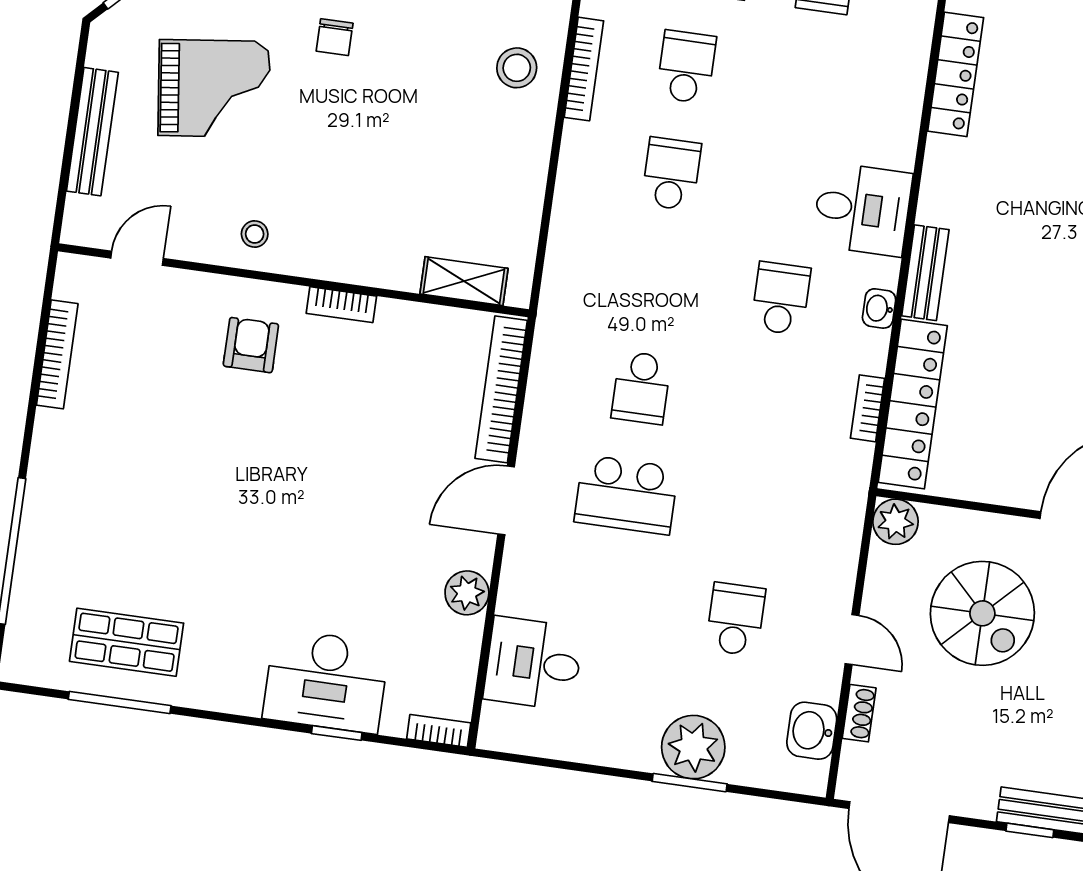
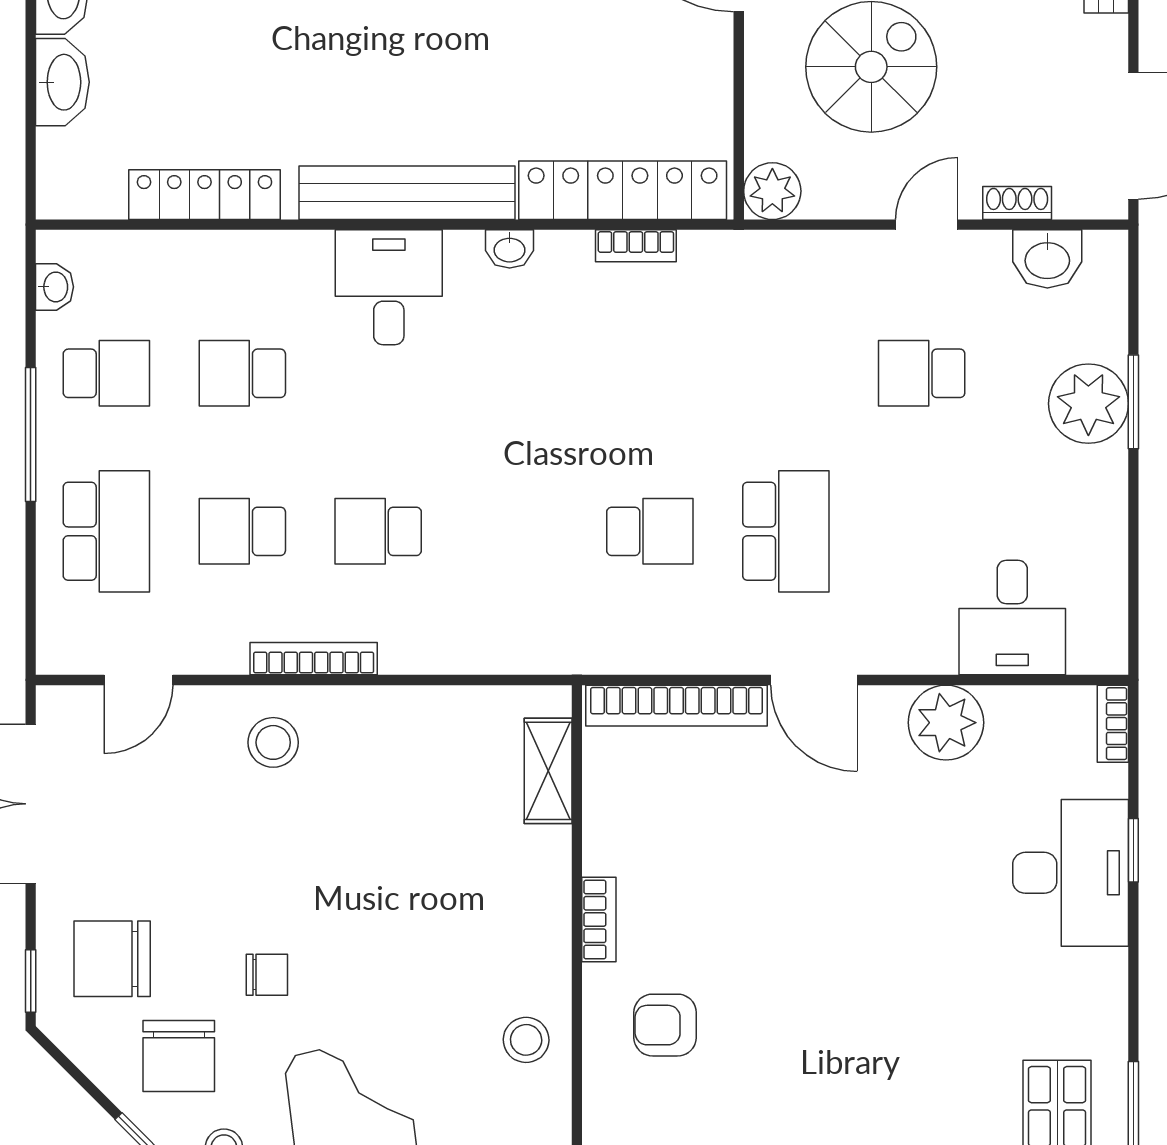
bookcase: (584, 69) -> (314, 659), moved
stool: (255, 234) -> (526, 1040), width x1.37, depth x1.37
bench: (925, 273) -> (407, 193), width x1.86, depth x1.21
school desk: (781, 298) -> (242, 373), moved
plant: (467, 593) -> (946, 723), width x1.36, depth x1.36

